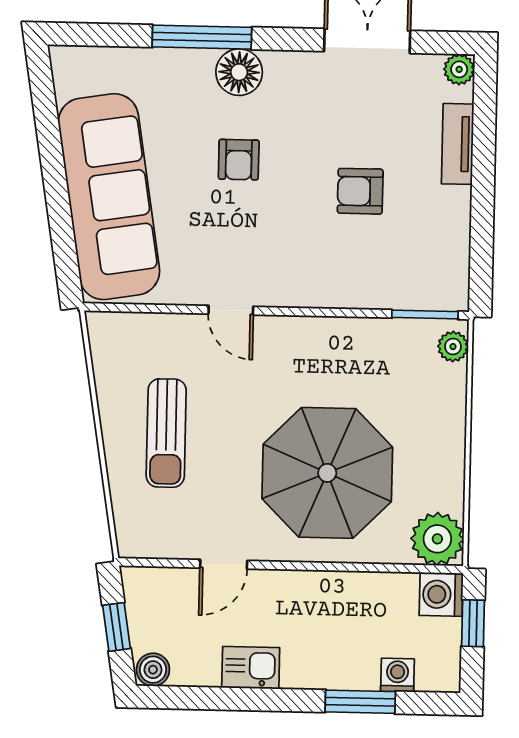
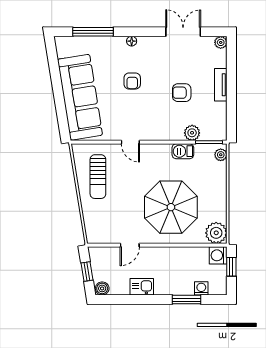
window: (202, 37) -> (93, 32), moved
floor lamp: (239, 72) -> (132, 41), width x0.53, depth x0.53
tv unit: (458, 144) -> (221, 85), moved
plant: (383, 291) -> (192, 133), added
barbecue: (360, 336) -> (183, 151), added
sun lounger: (166, 433) -> (98, 177), moved

